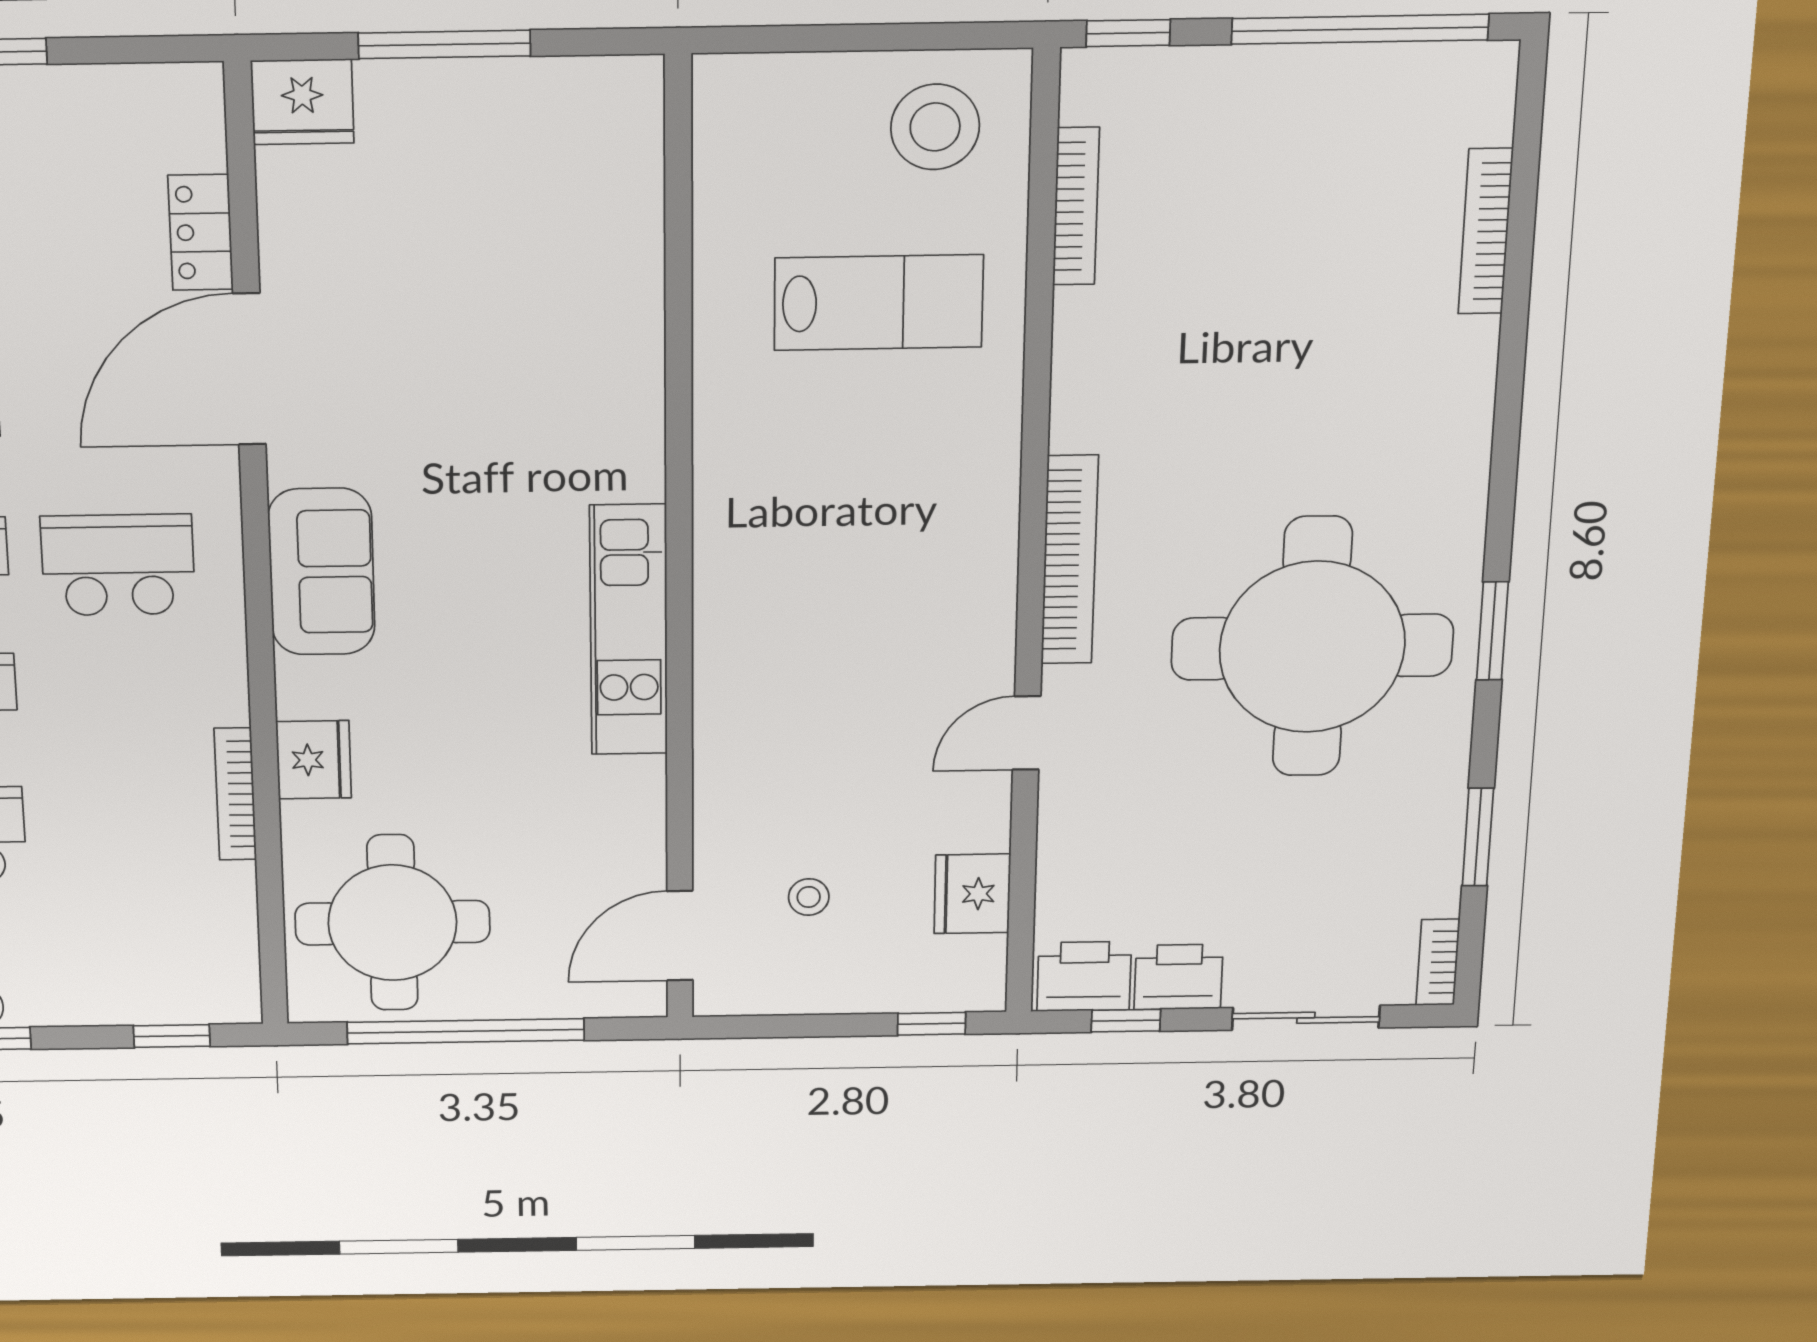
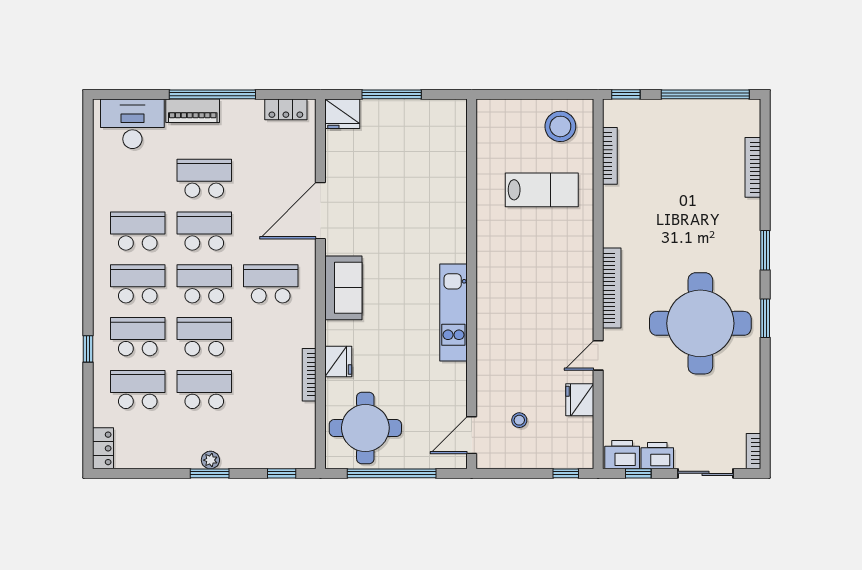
locker: (201, 232) -> (286, 109), moved, turned -90
window: (1478, 837) -> (765, 250), moved
fridge: (972, 894) -> (580, 400), moved

